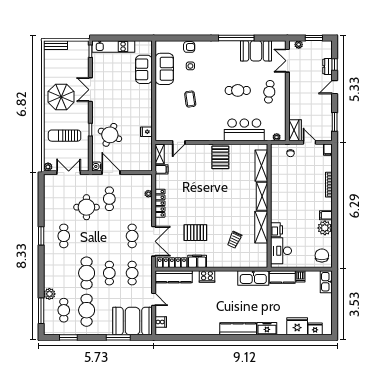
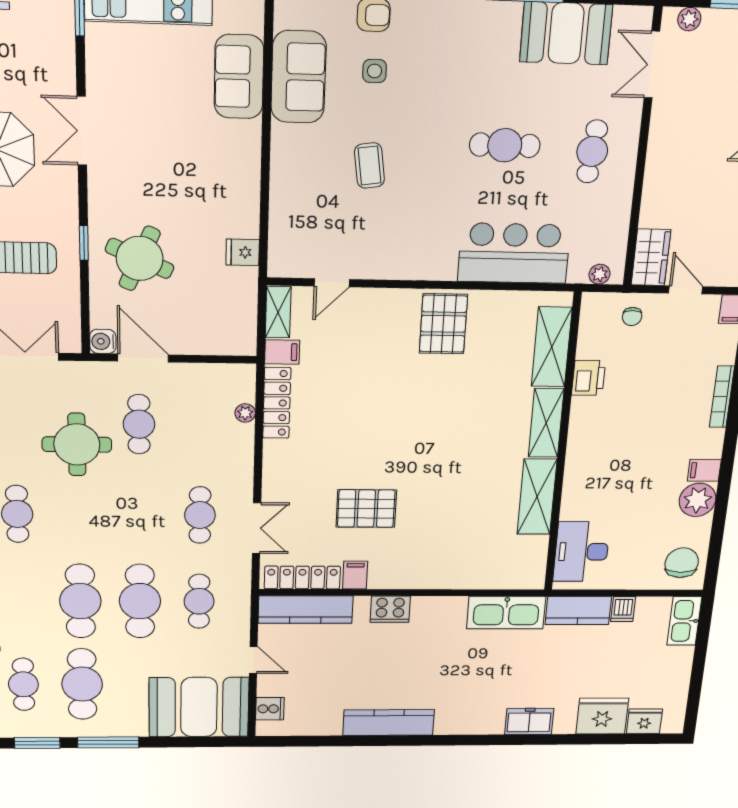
locker: (160, 203) -> (277, 403), moved
printer: (277, 230) -> (588, 378), moved
trolley: (234, 240) -> (466, 526), removed
double door: (154, 241) -> (257, 528), width x0.73
filing cabinet: (197, 261) -> (355, 575), width x0.50
cafe table: (109, 273) -> (140, 601), width x1.37, depth x1.35
kitchen counter: (238, 329) -> (389, 723), moved
window: (118, 337) -> (108, 742), moved

